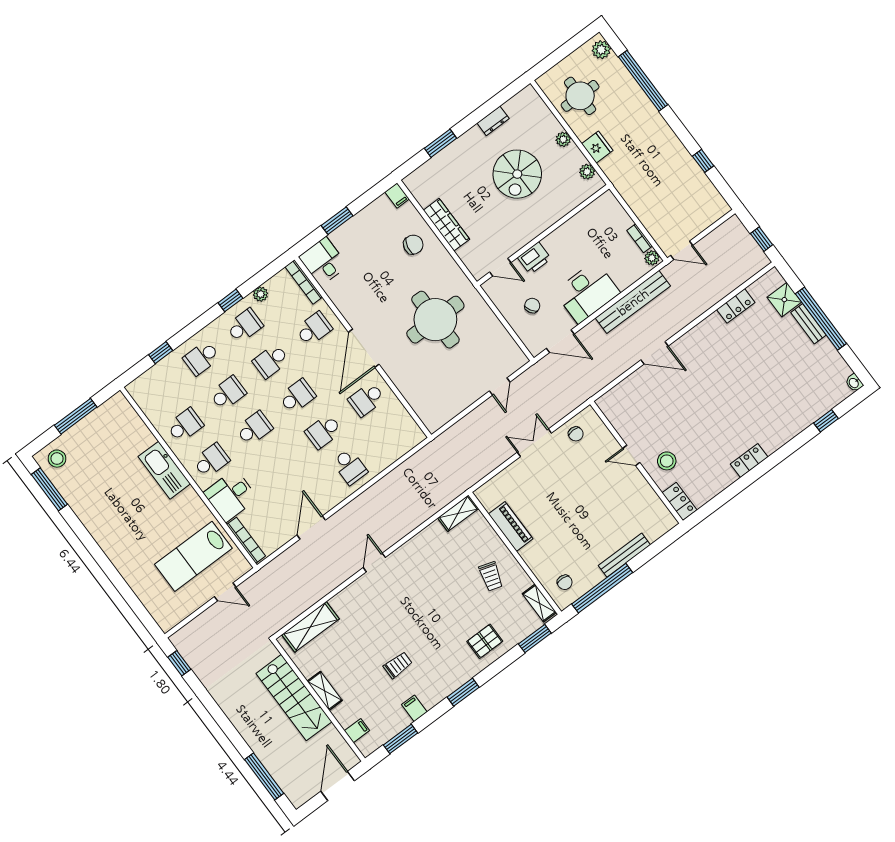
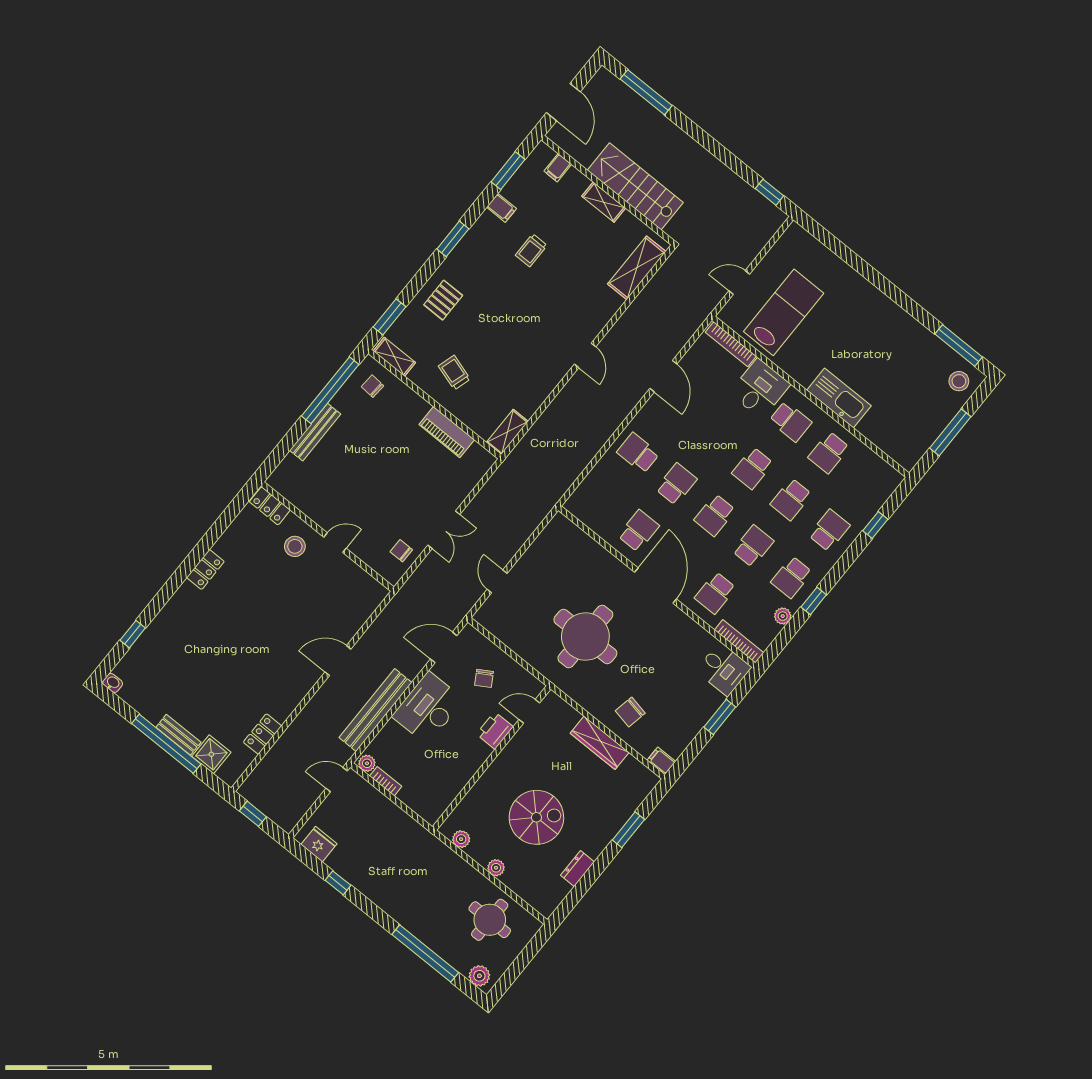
fridge: (597, 147) -> (319, 844), moved, turned 180
spiral stairs: (517, 174) -> (536, 817), turned 90
school desk: (211, 461) -> (790, 421), turned -90

